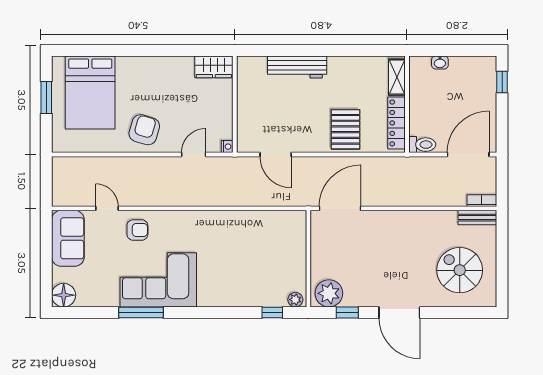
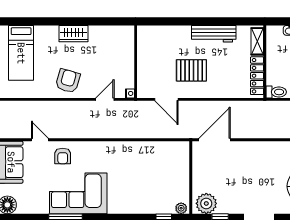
wardrobe: (214, 67) -> (73, 34), moved
workbench: (297, 67) -> (214, 34), moved
bed: (90, 92) -> (21, 53), width x0.67
pallet: (345, 129) -> (191, 70), moved, turned 90
armchair: (137, 230) -> (63, 156), turned 90

